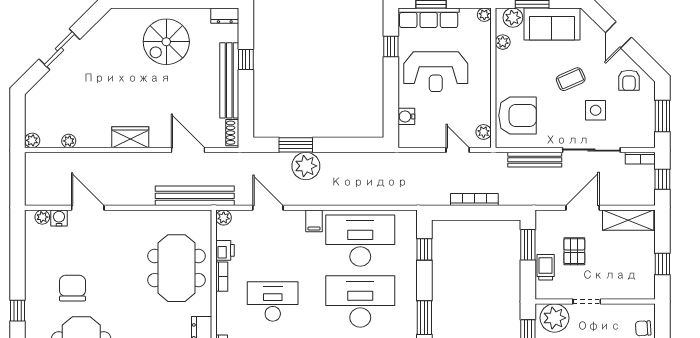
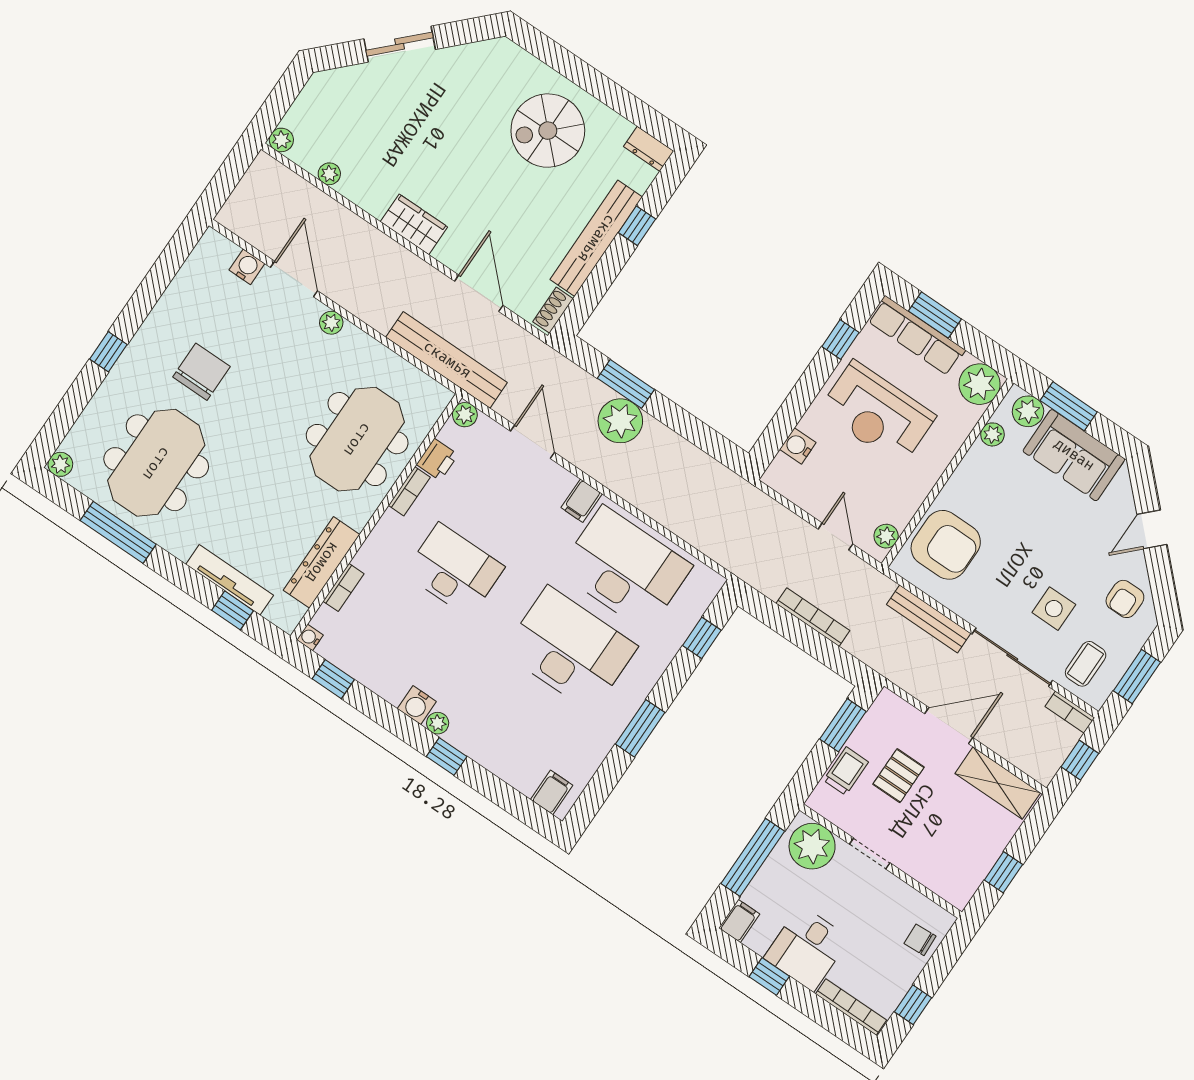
plant: (484, 15) -> (980, 384), width x1.88, depth x1.88
coffee table: (571, 79) -> (1086, 664), moved, turned -66
plant: (42, 217) -> (331, 323), moved

